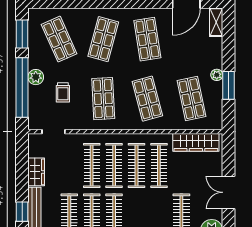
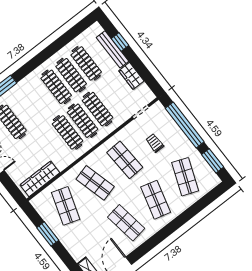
shop shelf: (59, 39) -> (185, 177), turned 45
plant: (217, 75) -> (61, 235), removed
plant: (36, 77) -> (181, 139), removed
shop shelf: (192, 99) -> (66, 206), turned 30
clothes rail: (159, 166) -> (52, 144), removed

